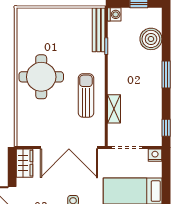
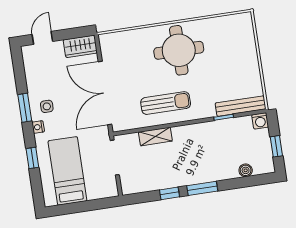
boiler: (151, 39) -> (246, 170), width x0.54, depth x0.54
window: (166, 128) -> (169, 193), moved
nightstand: (155, 155) -> (111, 190), removed

